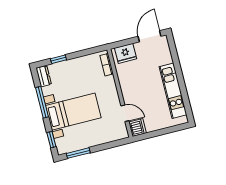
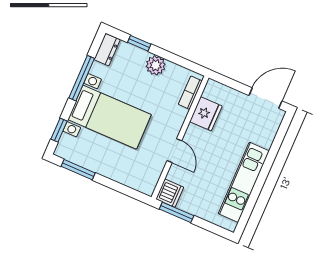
fridge: (126, 53) -> (206, 114), moved, turned -90
plant: (76, 64) -> (156, 65), added
door: (125, 113) -> (174, 151), moved
window: (149, 135) -> (177, 212), added

